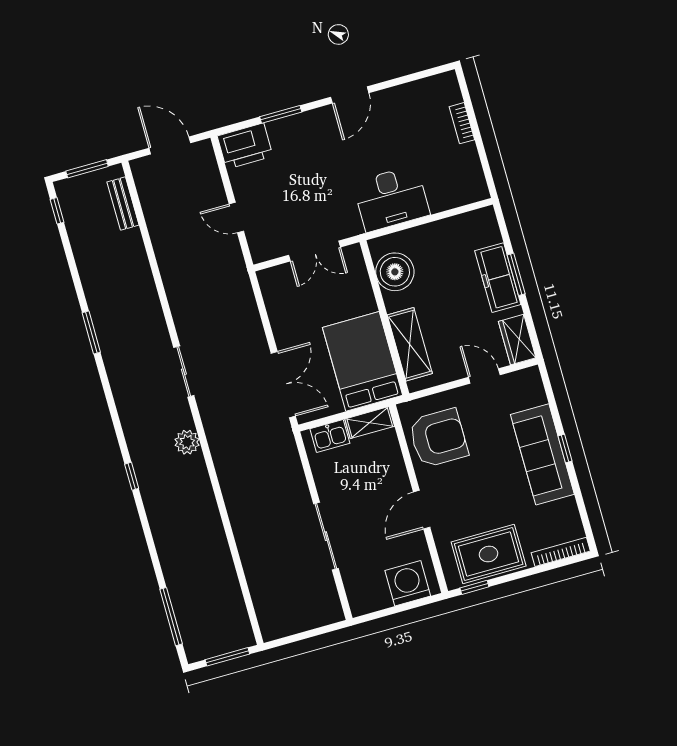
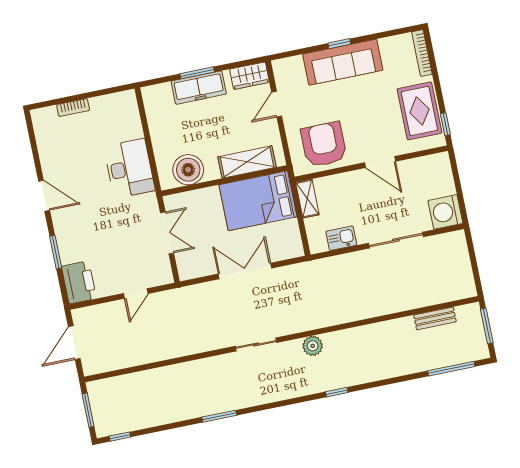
bench: (123, 204) -> (435, 318), moved
double door: (283, 385) -> (245, 271), moved
kitchen sink: (330, 436) -> (341, 238), moved, turned -90
washing machine: (408, 583) -> (445, 212), moved

